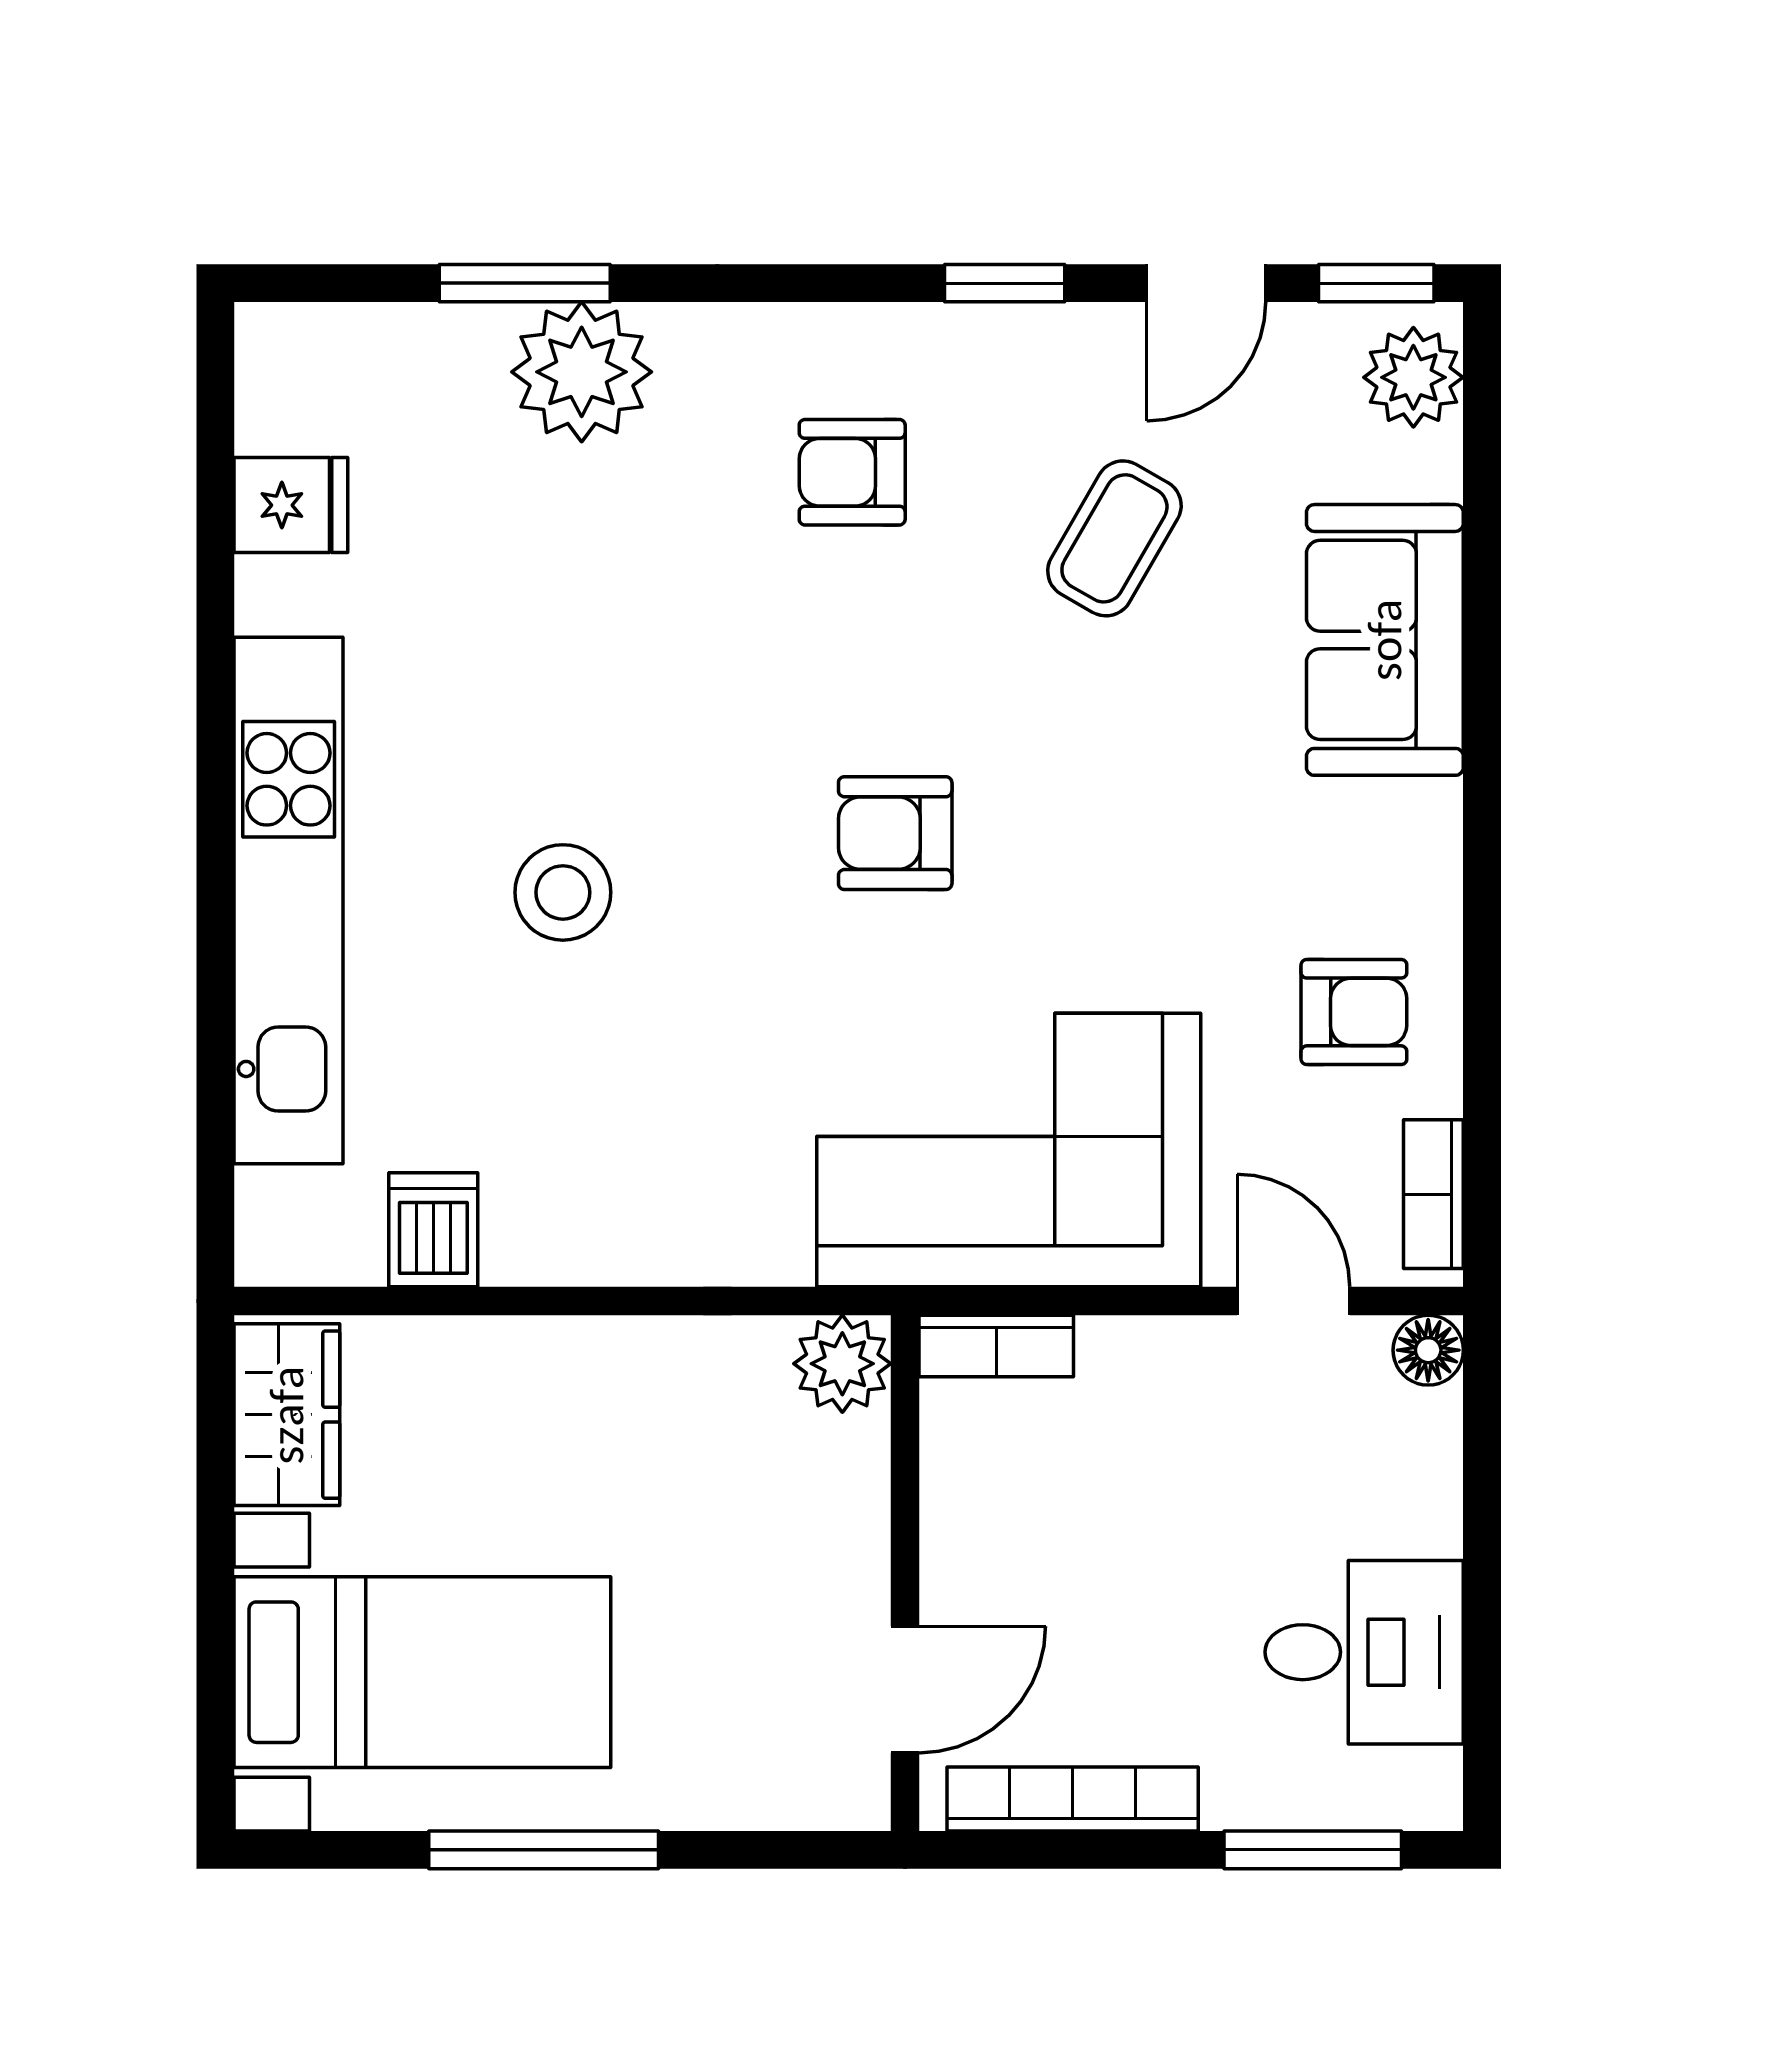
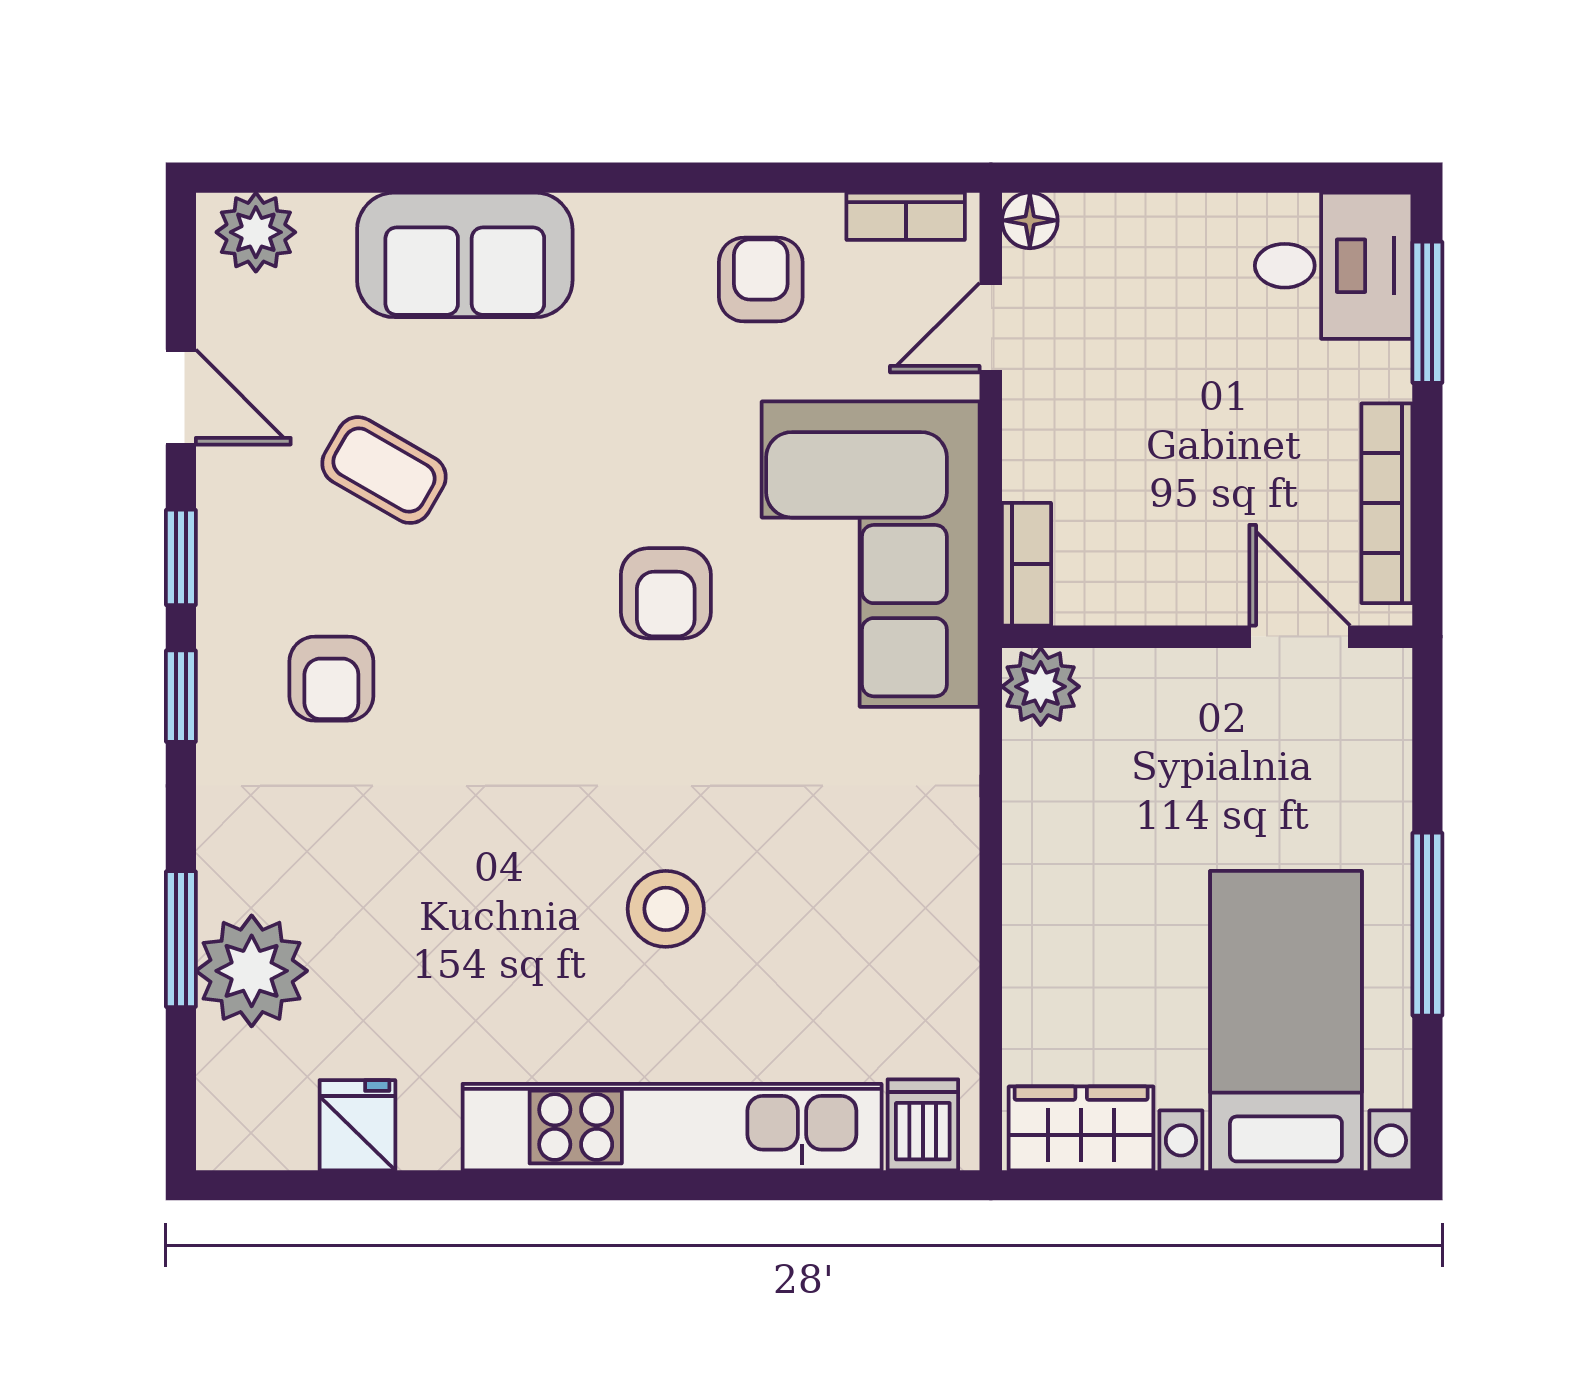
window: (1376, 283) -> (181, 696), moved
plant: (582, 372) -> (252, 971), moved
armchair: (895, 833) -> (666, 593), moved
dishwasher: (433, 1230) -> (923, 1125), moved, turned 90
desk: (1364, 1652) -> (1334, 266), moved, turned 90

